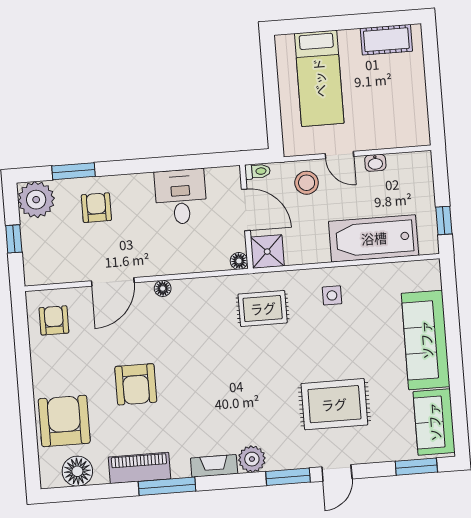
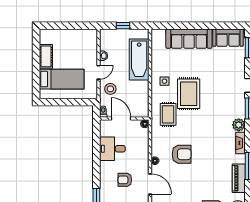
cot: (386, 40) -> (46, 56), moved
armchair: (96, 208) -> (125, 180), moved
door: (246, 210) -> (121, 119), hinge flipped
window: (444, 220) -> (123, 26), moved
shower: (267, 252) -> (141, 110), removed
armchair: (136, 384) -> (182, 154), moved
rug: (334, 404) -> (189, 94), moved

